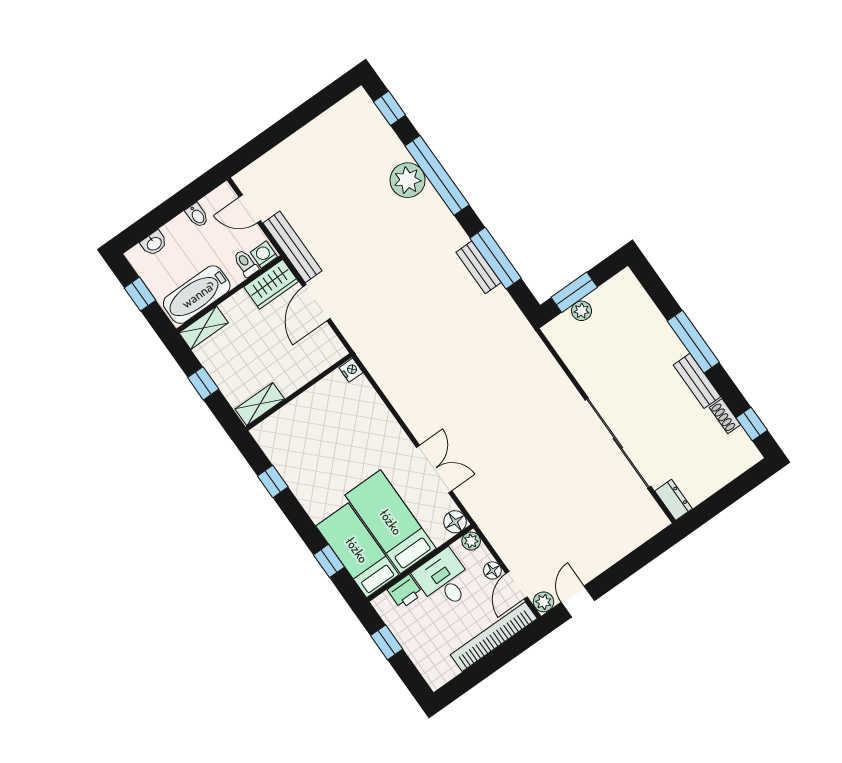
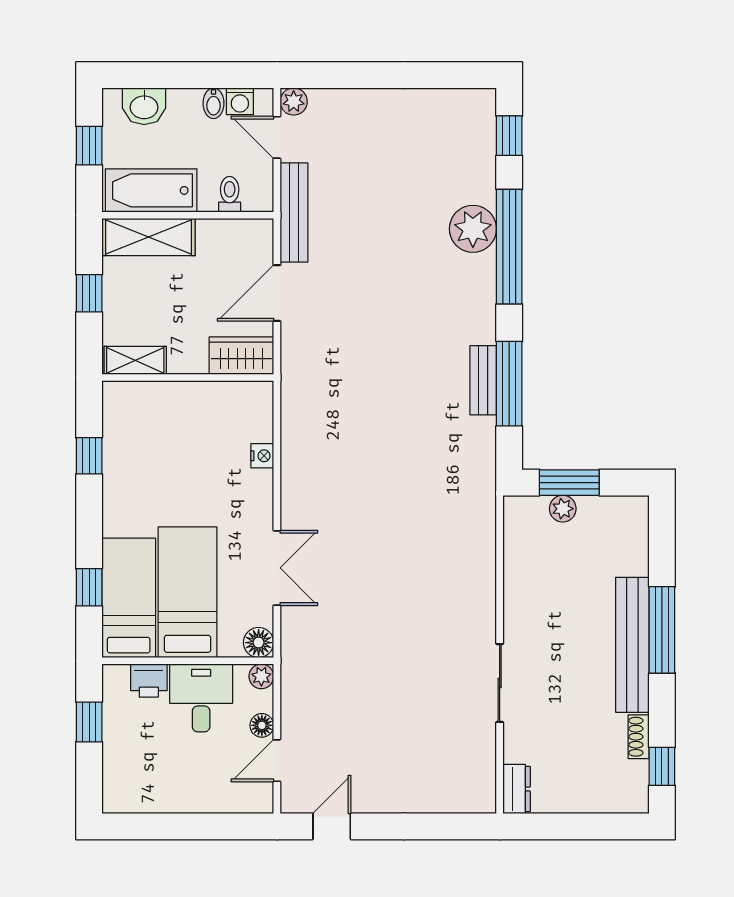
washbasin: (154, 243) -> (144, 106), width x1.38, depth x1.45
washing machine: (264, 255) -> (240, 101), moved, turned 180
wardrobe: (271, 284) -> (241, 356), moved, turned 180
shelving: (204, 328) -> (148, 237), width x1.50, depth x1.33
nightstand: (351, 370) -> (262, 456), moved
bench: (697, 381) -> (632, 645), width x1.86, depth x1.21
sliding door: (618, 443) -> (500, 683), width x0.54
plant: (544, 602) -> (294, 102), moved
bookcase: (494, 637) -> (212, 799), removed

